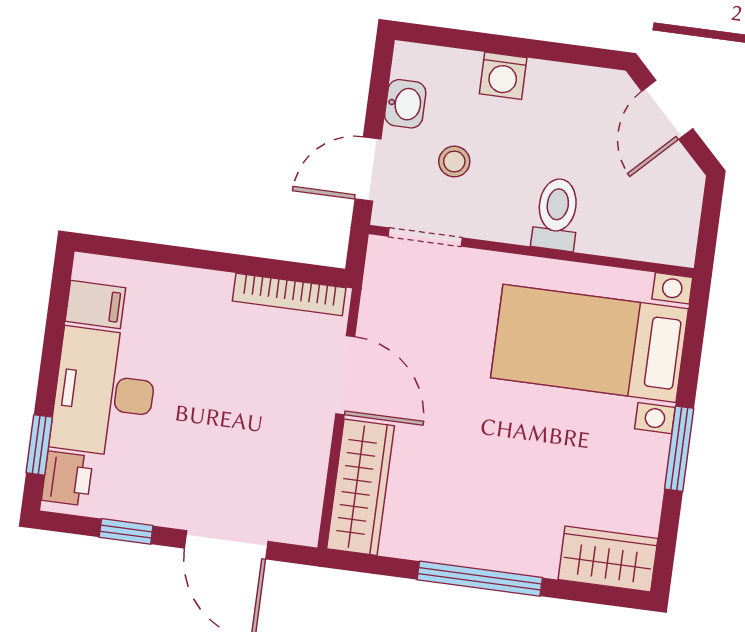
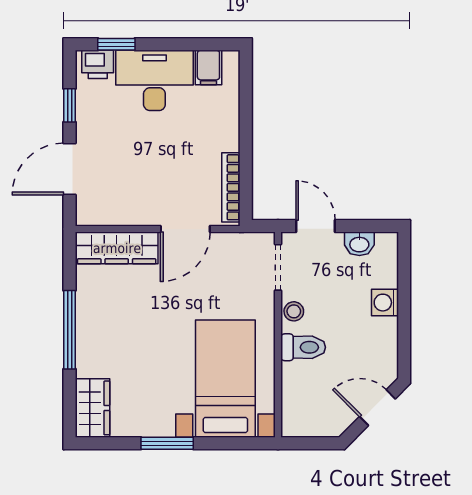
stool: (454, 162) -> (294, 311), moved

